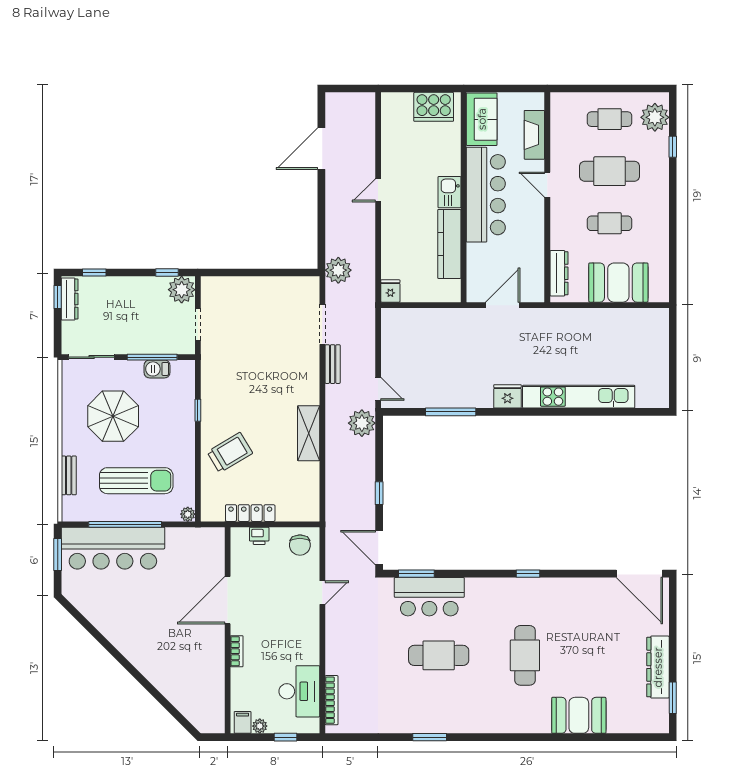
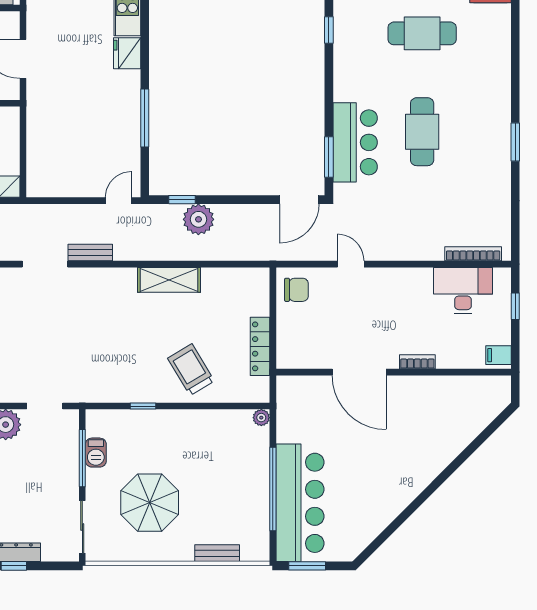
plant: (362, 423) -> (198, 219), moved
sun lounger: (136, 481) -> (223, 476), removed
window: (379, 493) -> (182, 200), moved
printer: (259, 536) -> (286, 336), removed
plant: (260, 726) -> (503, 336), removed

